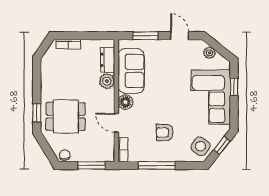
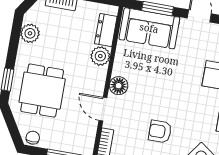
sofa: (131, 71) -> (149, 28), moved, turned 90
plant: (48, 73) -> (30, 33), added
dining table: (66, 117) -> (42, 91), turned 90

